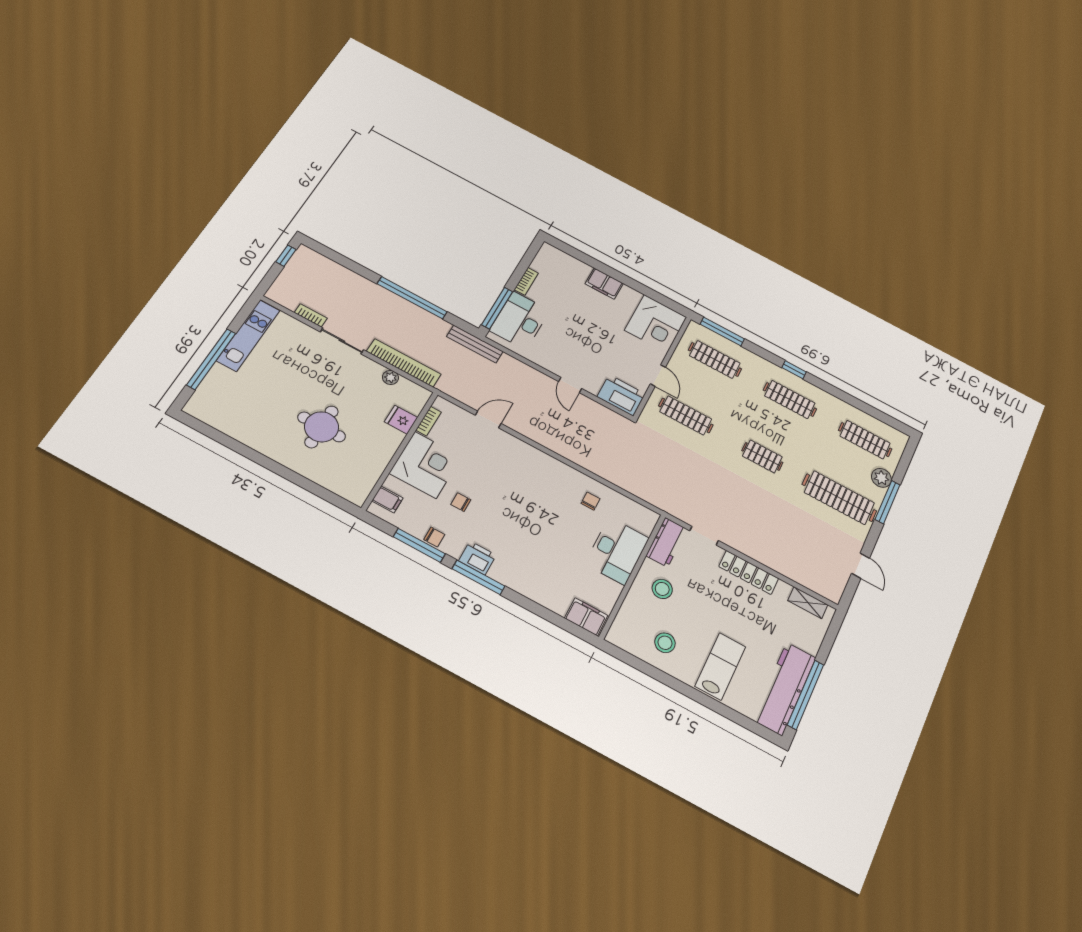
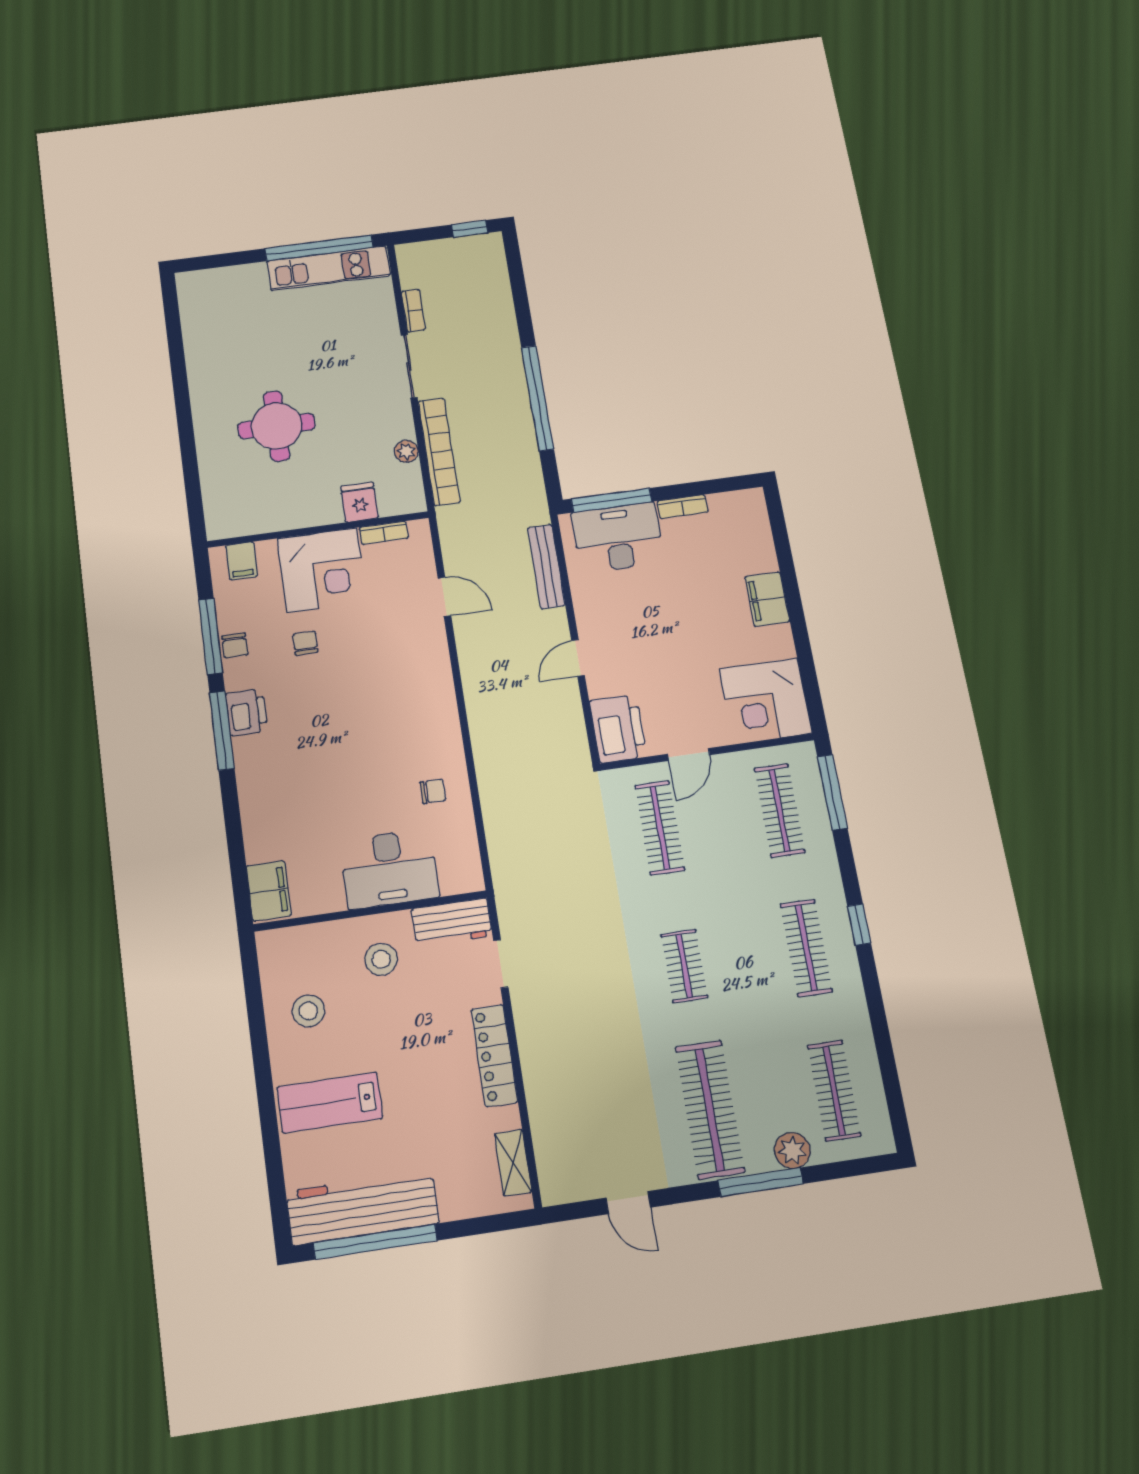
bench: (475, 344) -> (546, 566), moved
window: (211, 359) -> (319, 248), moved
door: (861, 566) -> (628, 1203), hinge flipped
lab bench: (720, 666) -> (330, 1103), turned 180

